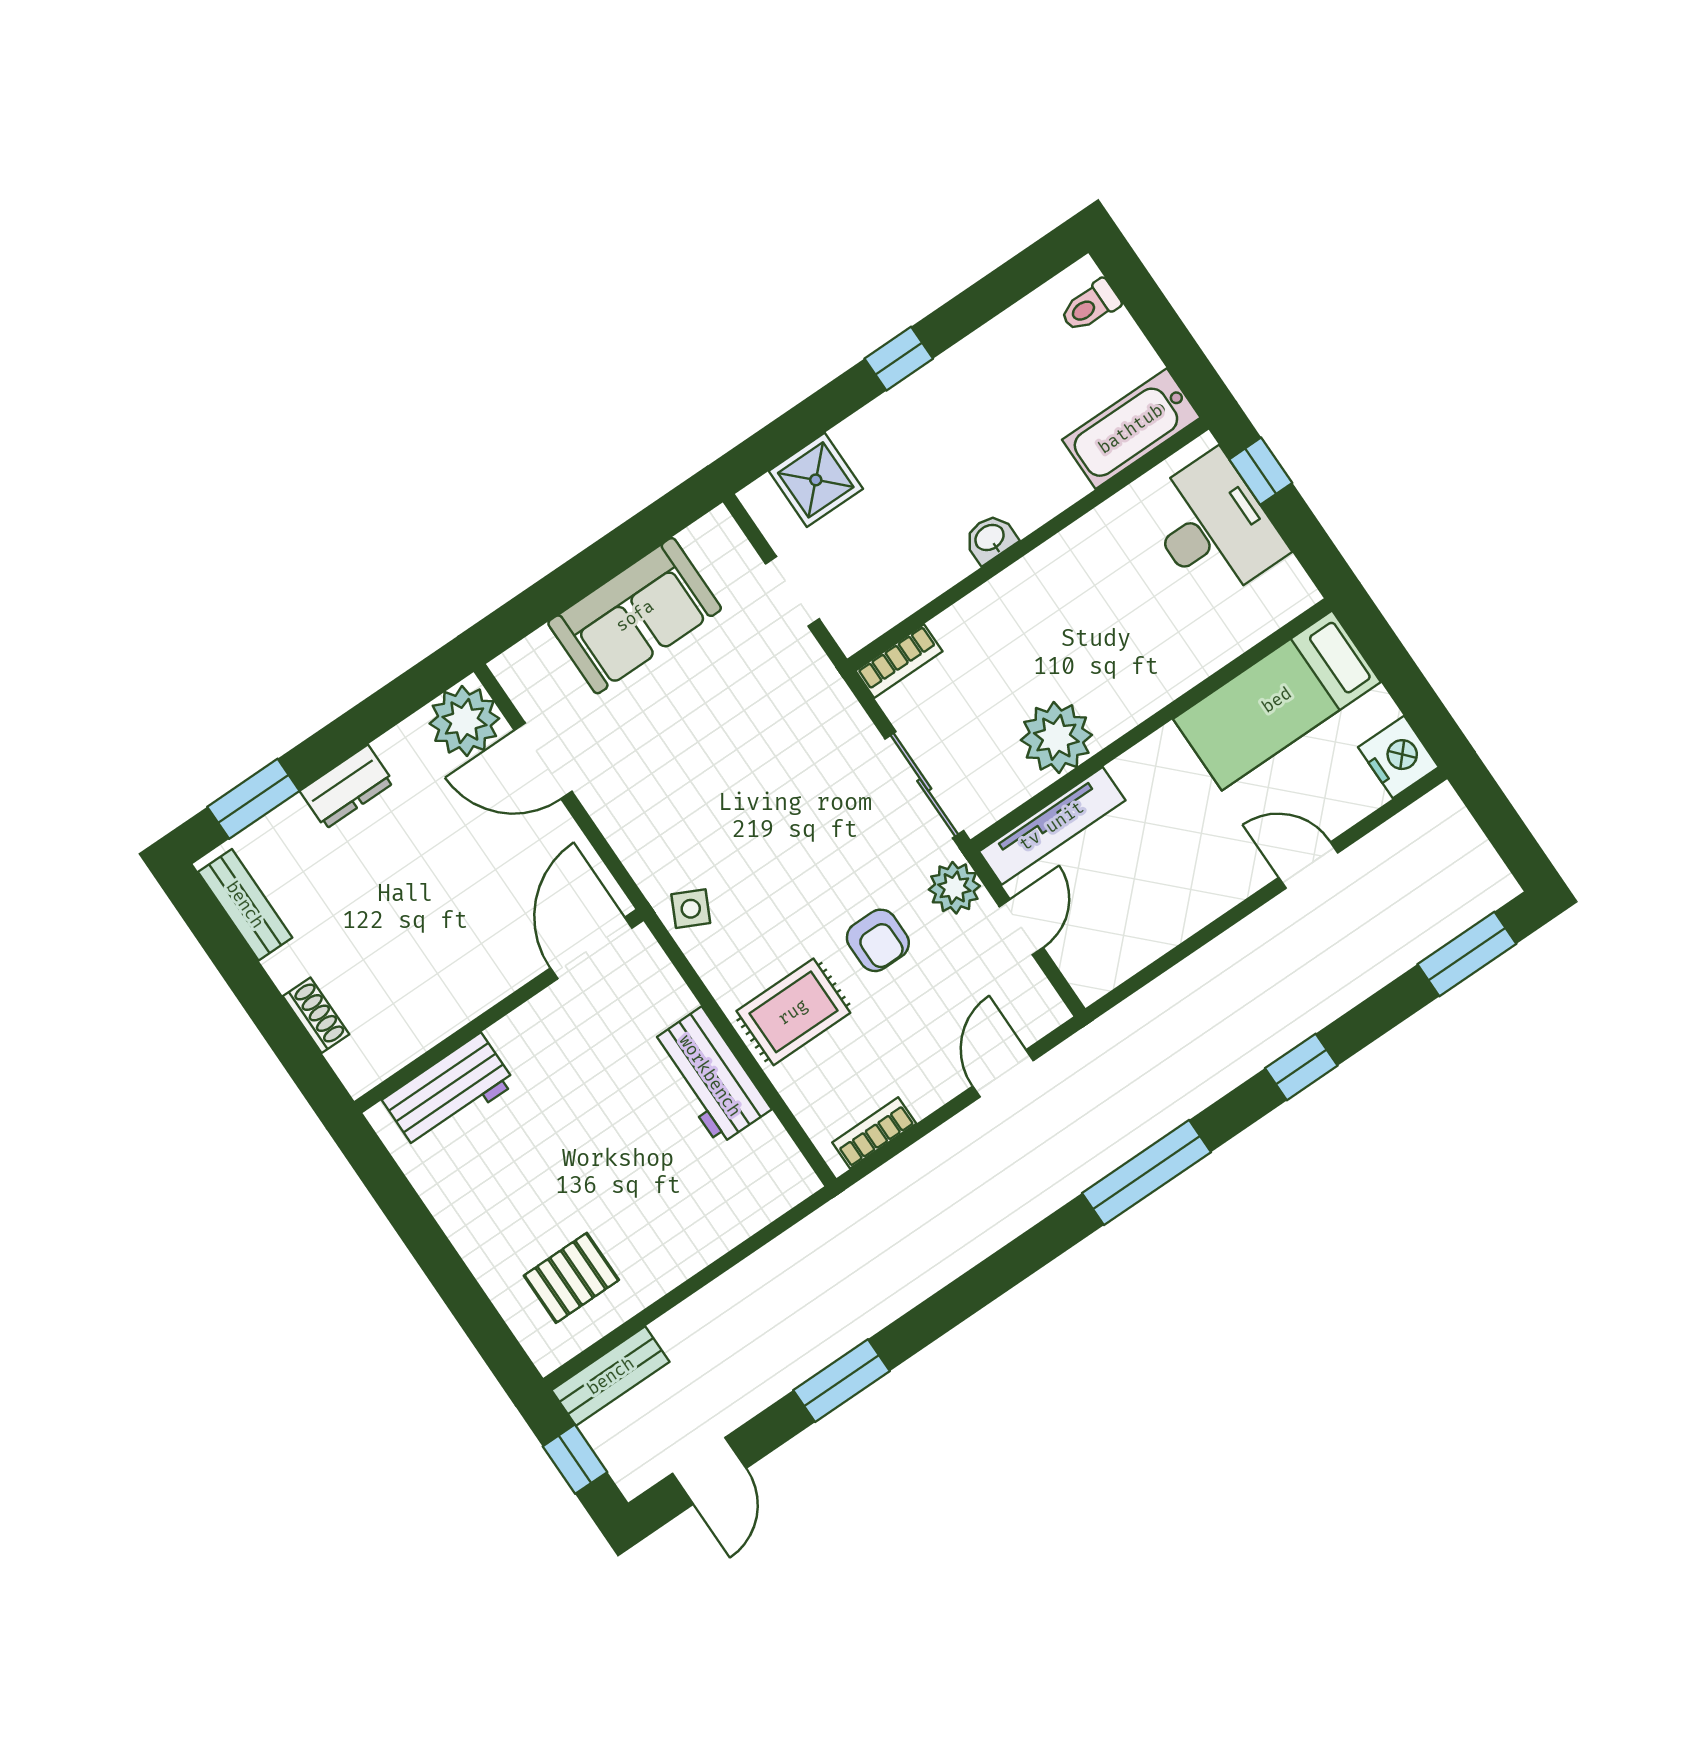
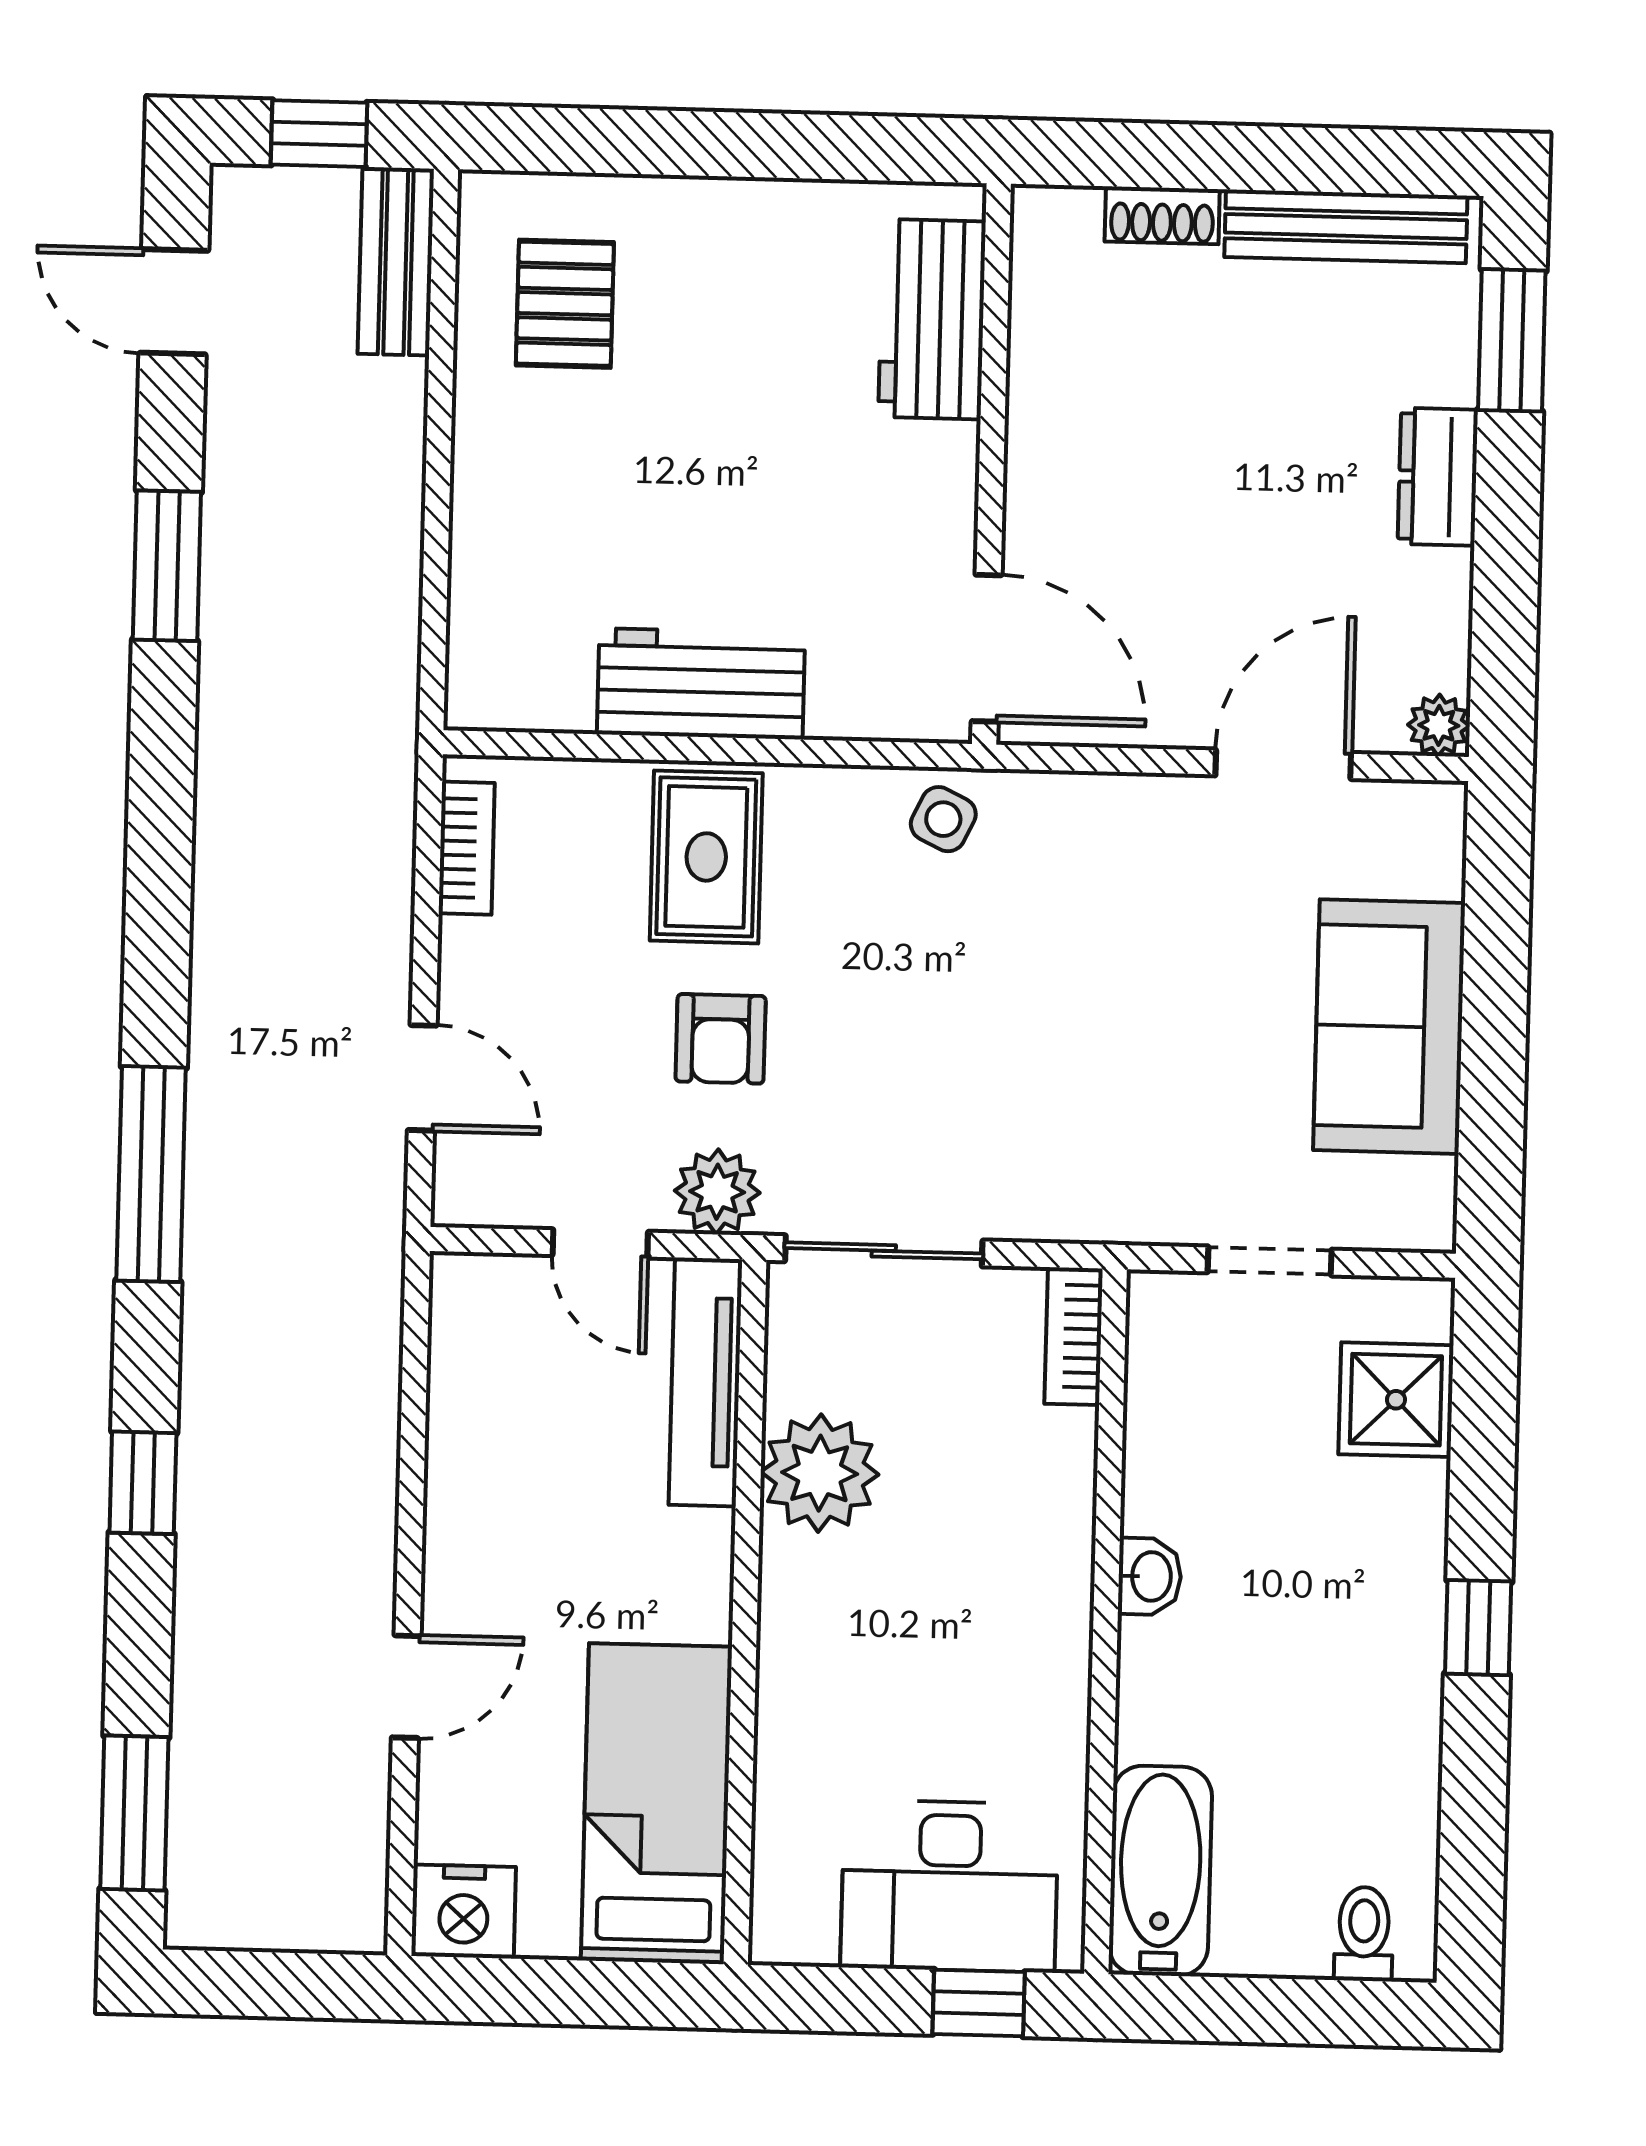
plant: (464, 721) -> (1439, 725), width x0.53, depth x0.53
bench: (245, 905) -> (1346, 226), width x1.36
armchair: (878, 940) -> (721, 1039), turned -90

